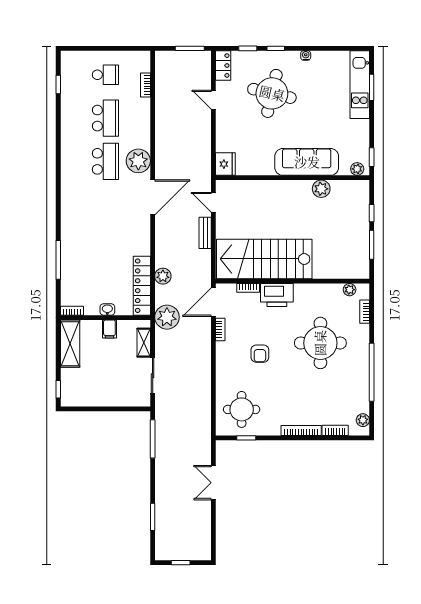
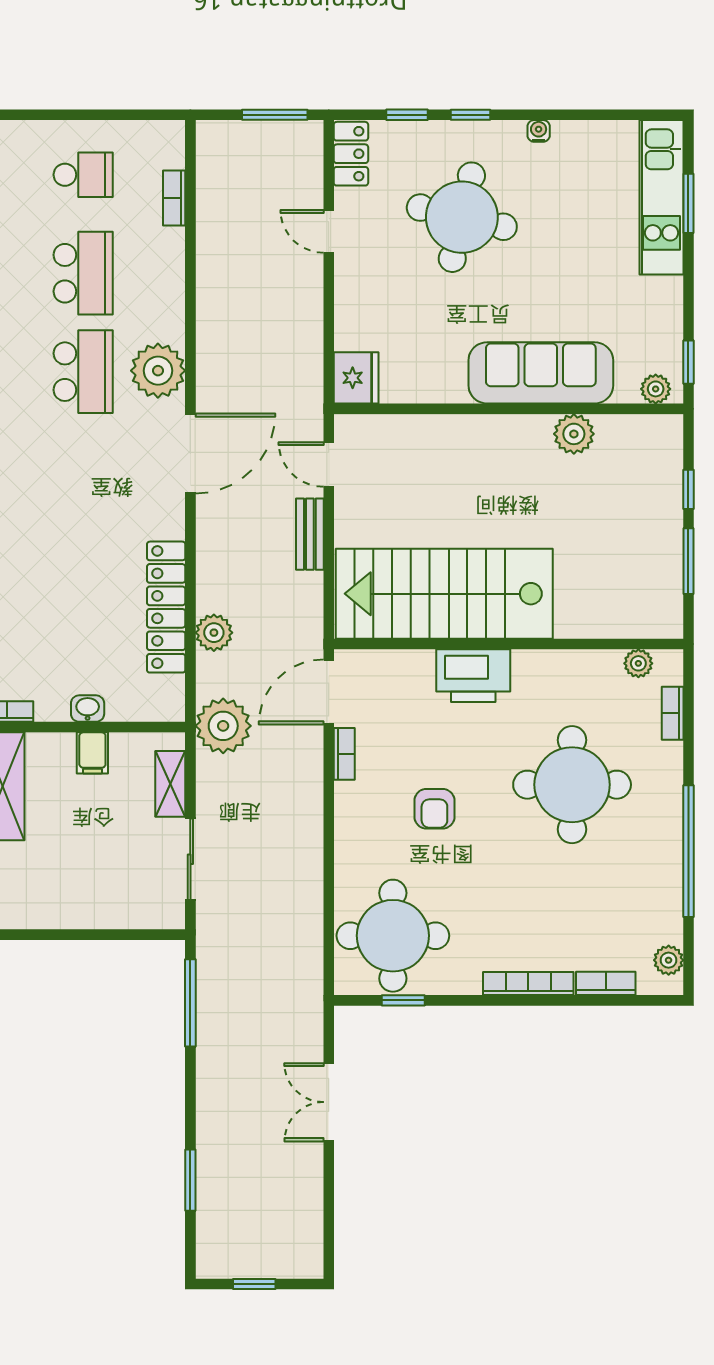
locker: (142, 286) -> (166, 607), moved
bookcase: (248, 288) -> (408, 660), removed
round table: (242, 409) -> (393, 936), width x1.36, depth x1.36

